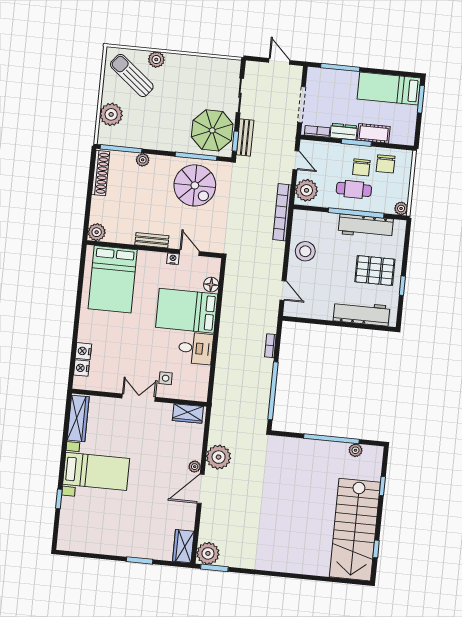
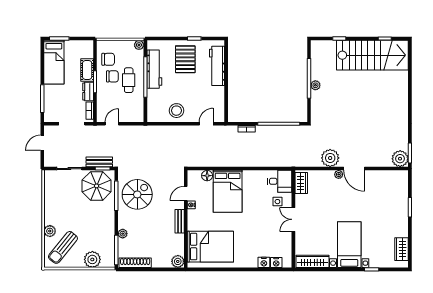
plant: (307, 190) -> (133, 114), removed
bookcase: (282, 212) -> (150, 130), removed
desk: (196, 348) -> (280, 181), moved, turned 90
plant: (355, 450) -> (315, 85), moved
wardrobe: (183, 546) -> (402, 249), moved, turned 90

